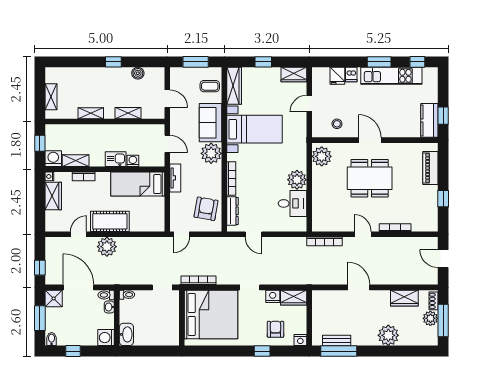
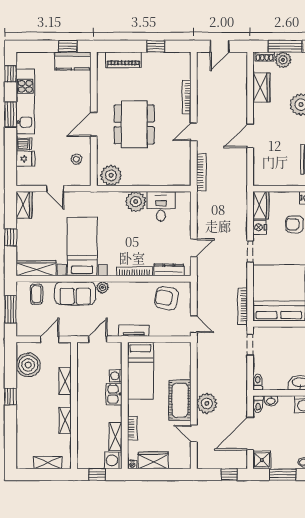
boiler: (138, 73) -> (28, 365), width x1.86, depth x1.86
plant: (211, 153) -> (103, 287), width x0.53, depth x0.53

